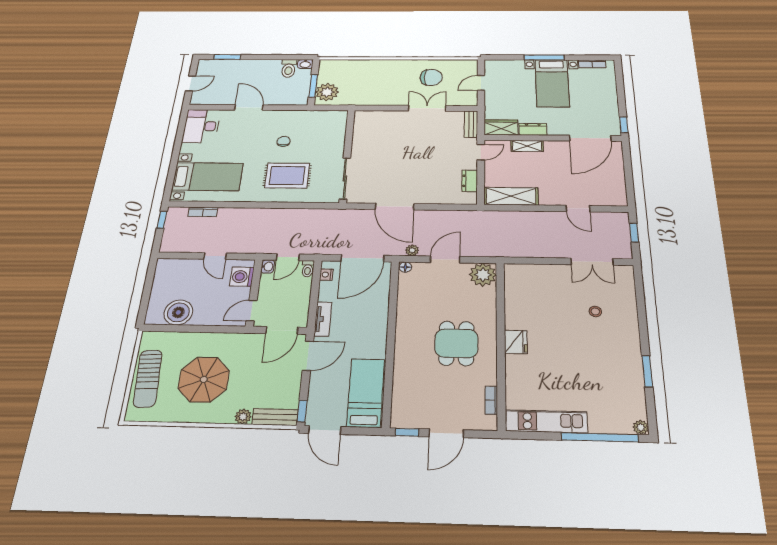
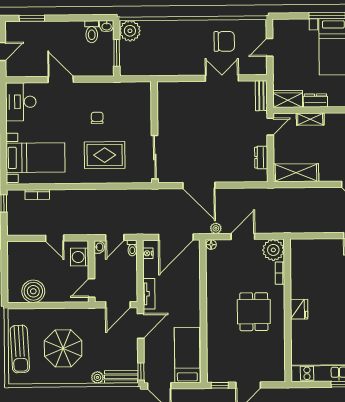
plant: (327, 92) -> (130, 31), moved
bookcase: (491, 400) -> (280, 273), moved

